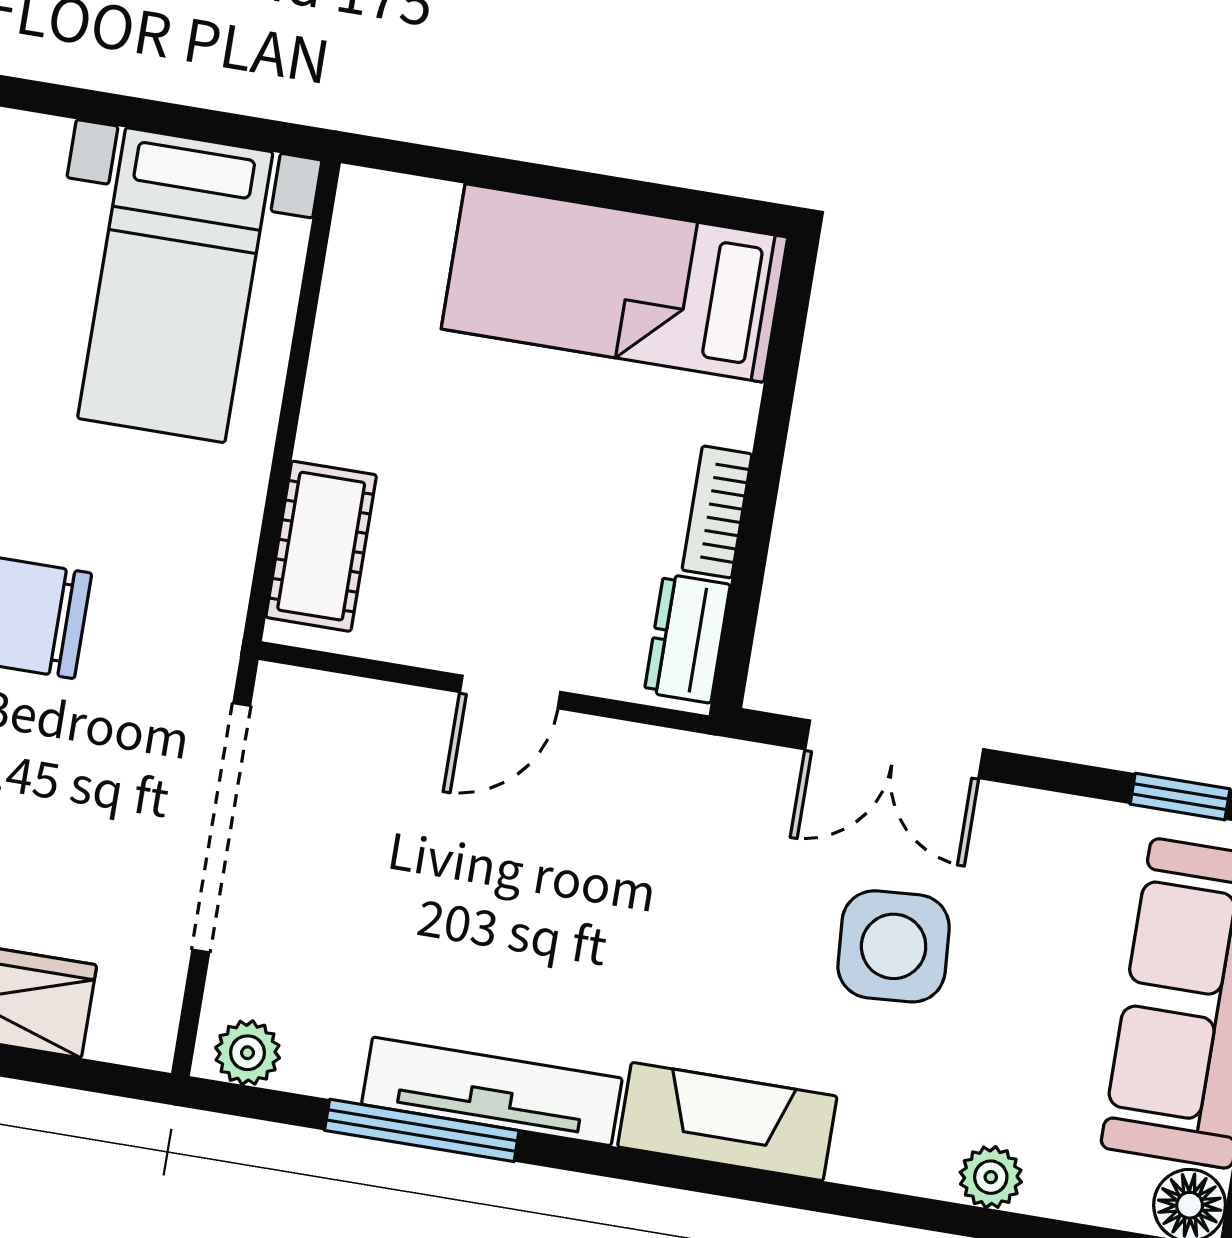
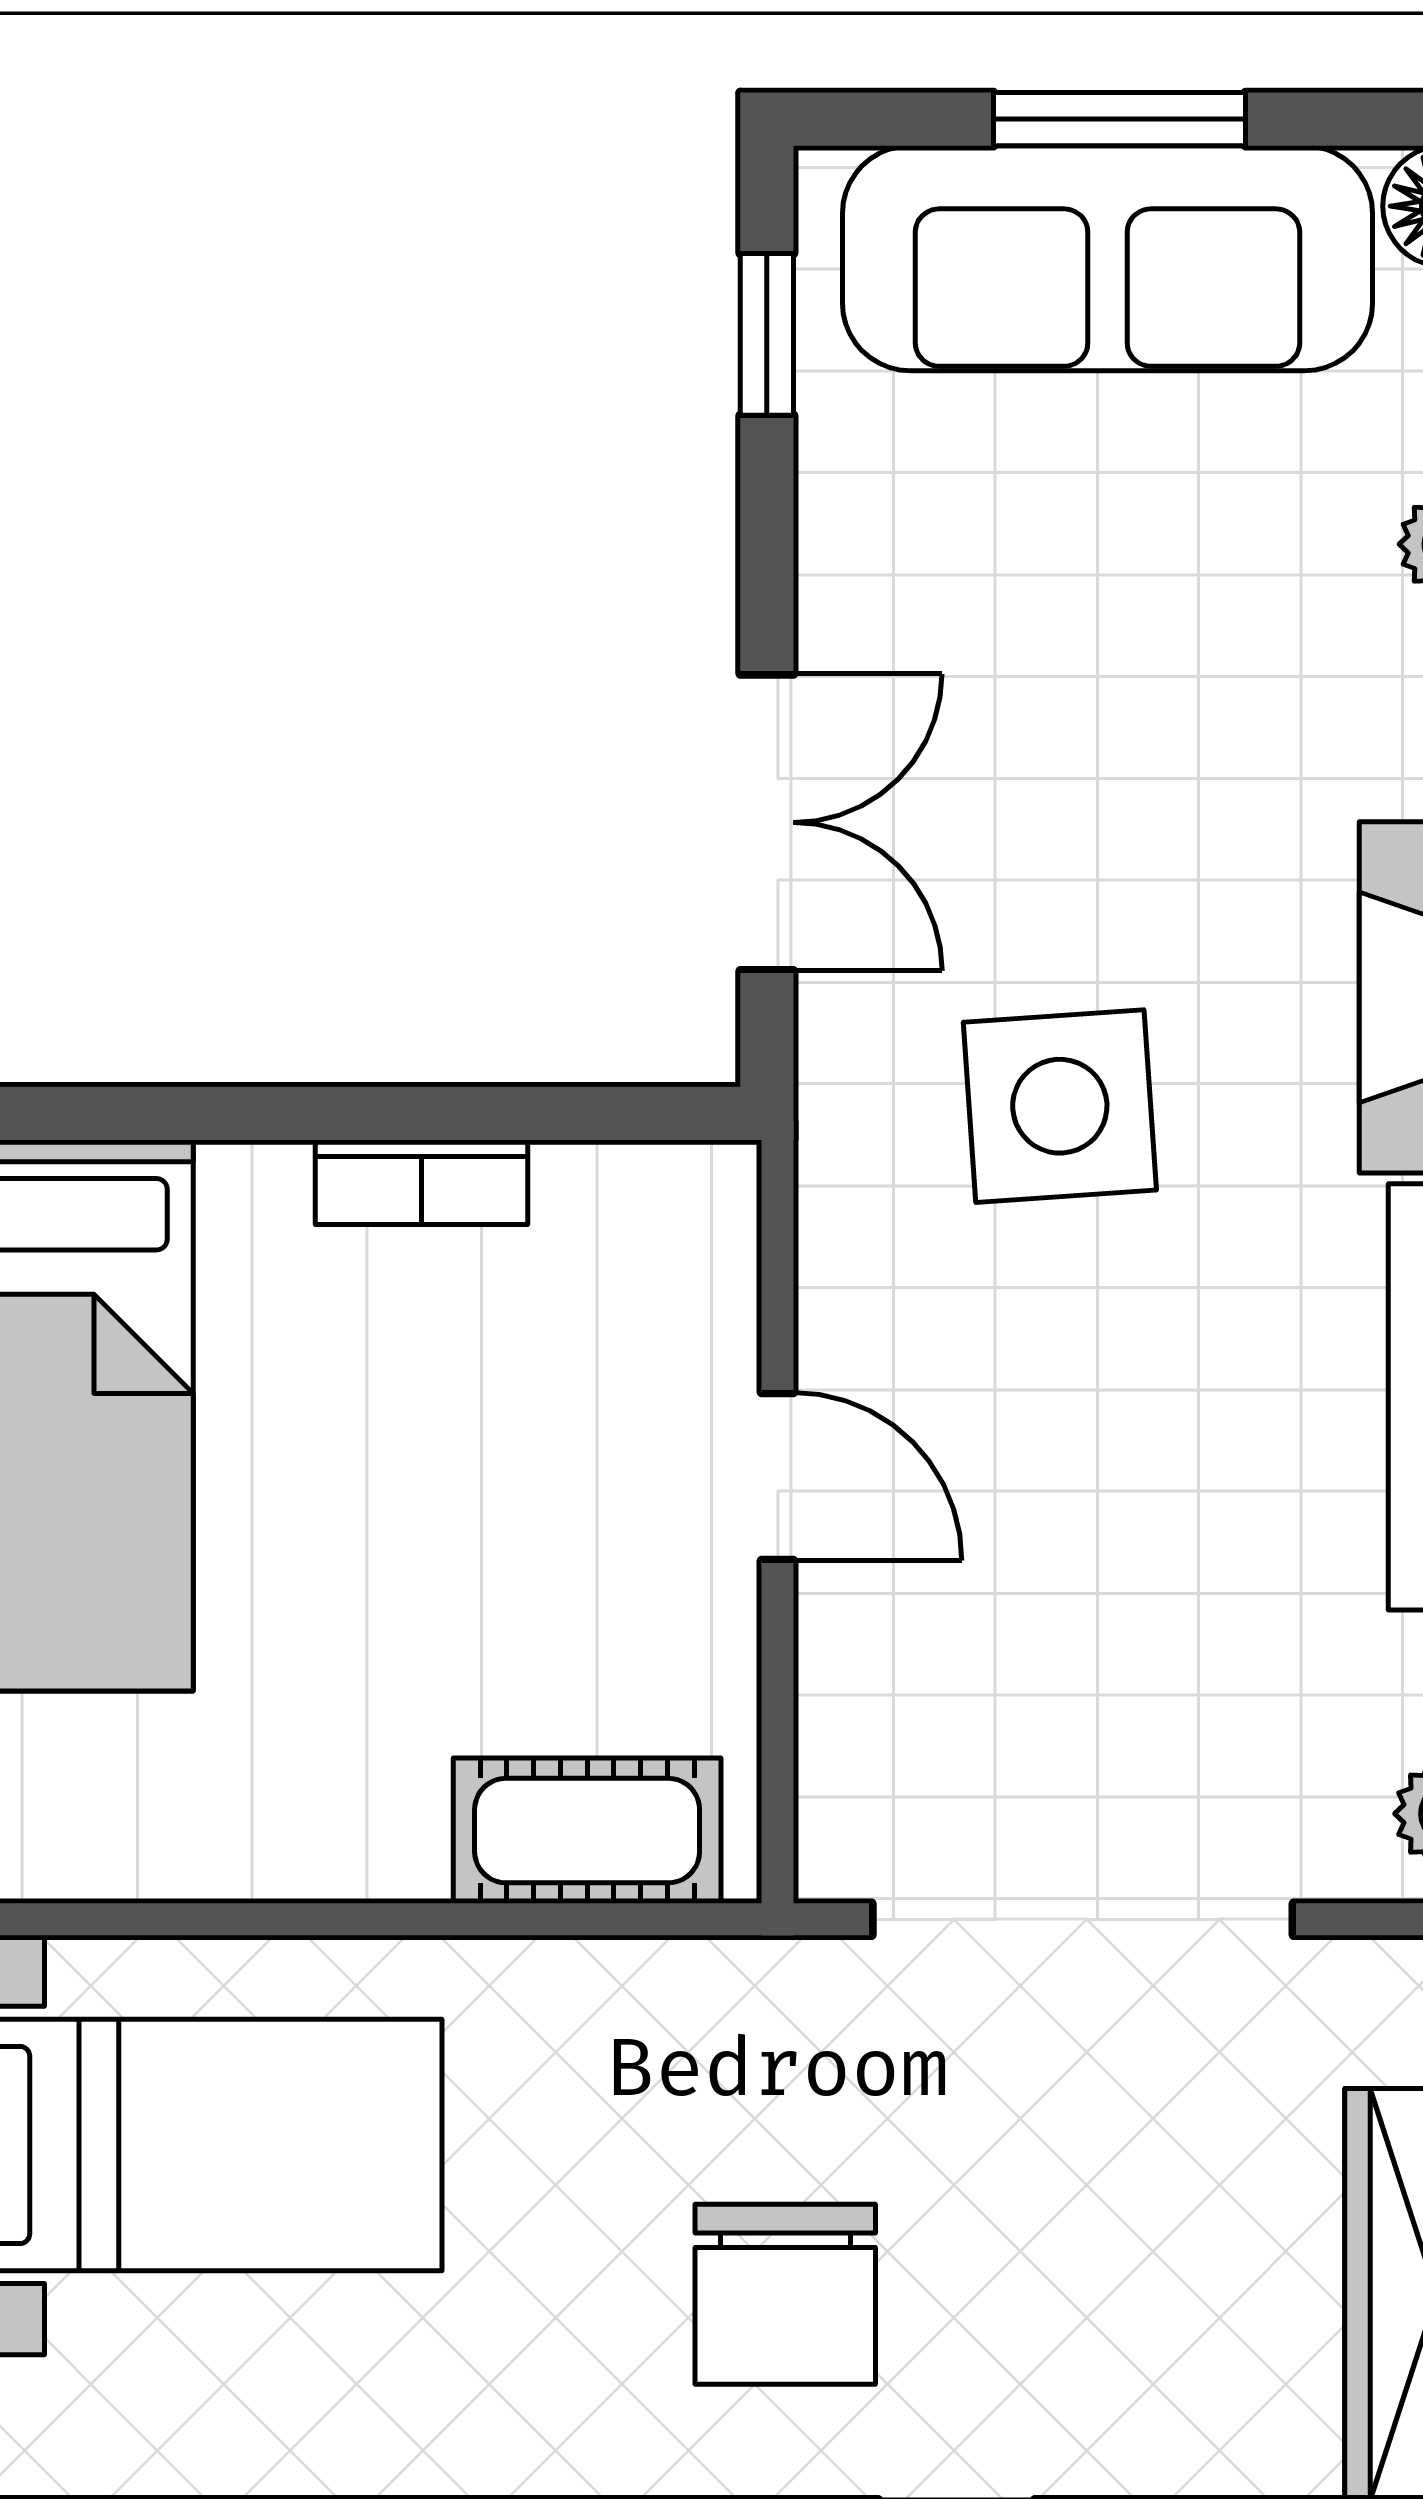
dresser: (687, 638) -> (640, 1197), removed
side table: (894, 946) -> (1060, 1106), moved

